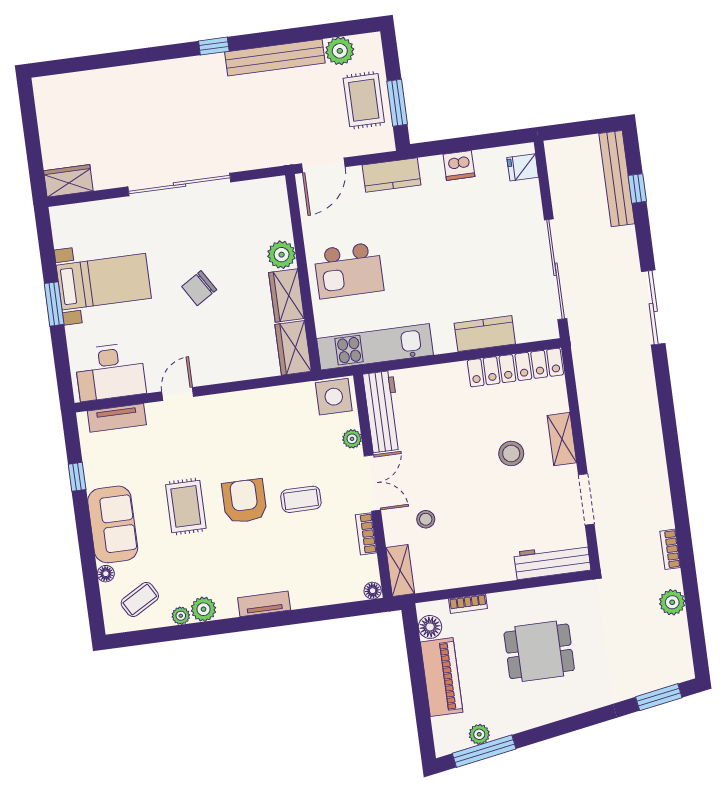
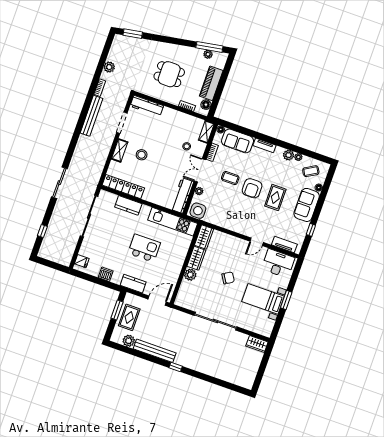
bench: (617, 179) -> (92, 116), moved
kitchen island: (349, 270) -> (144, 248), moved
sofa: (325, 585) -> (238, 141), added

